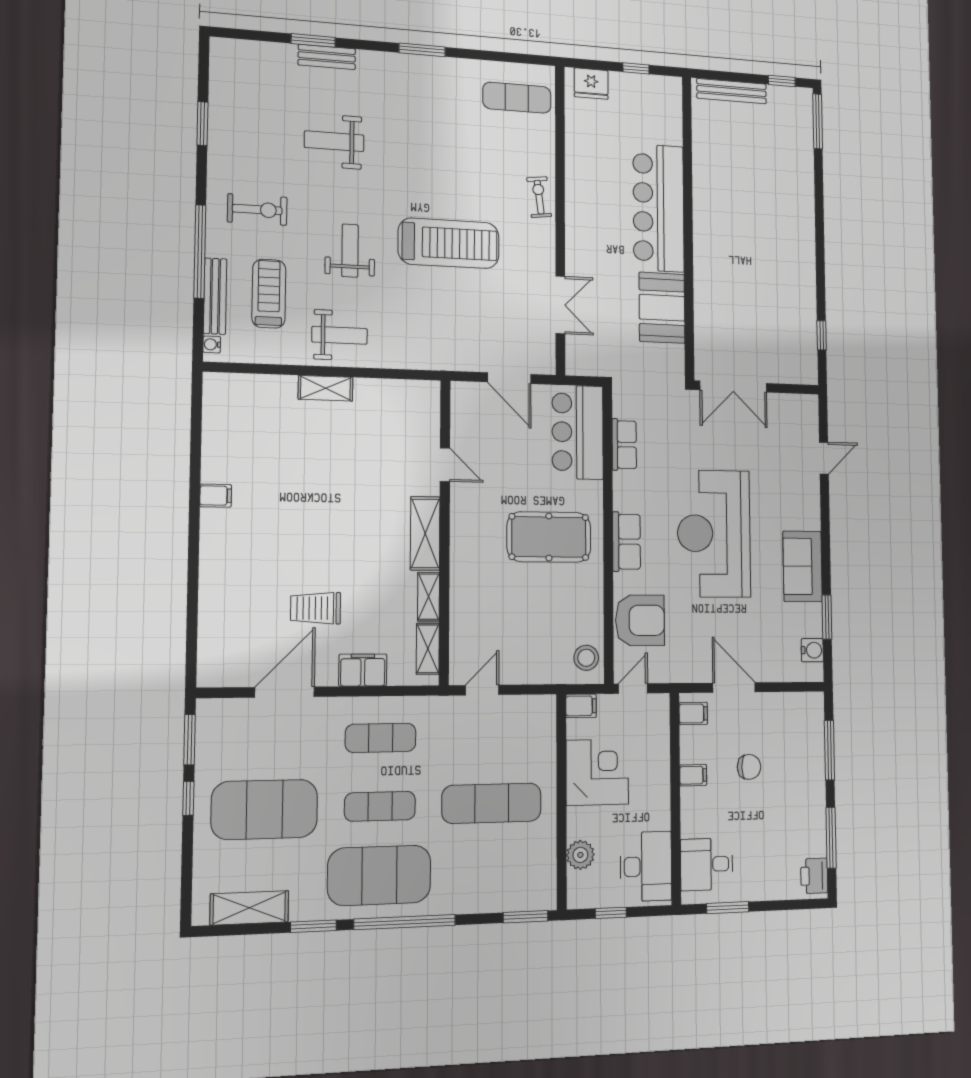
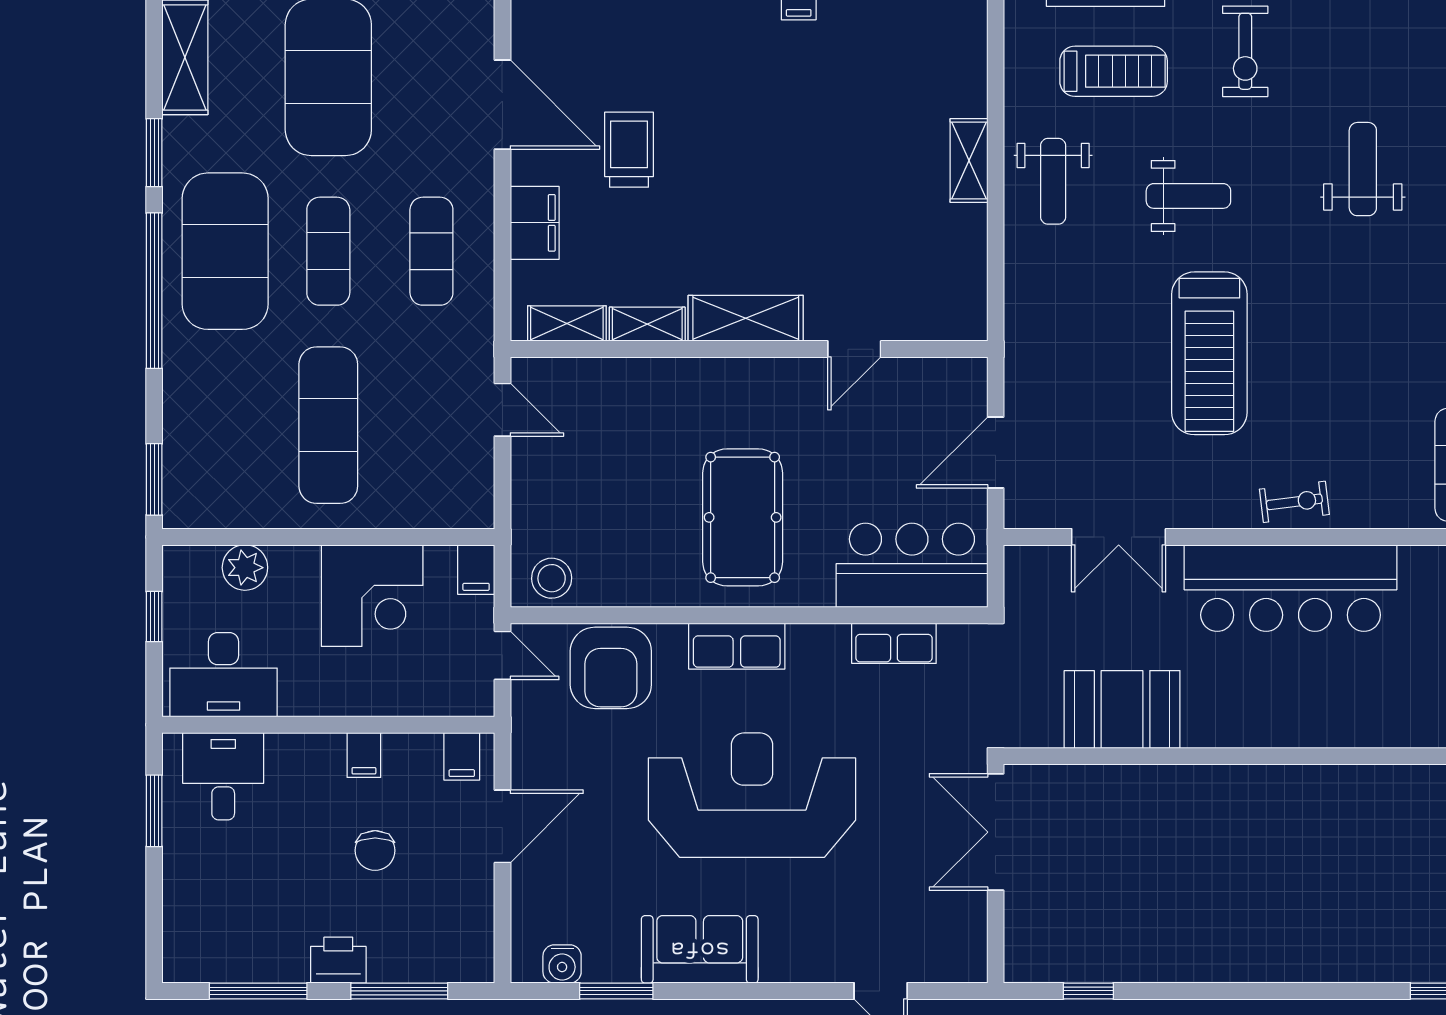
bar counter: (659, 208) -> (1291, 588), moved, turned 180
printer: (814, 876) -> (338, 960), moved

